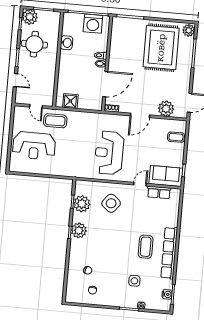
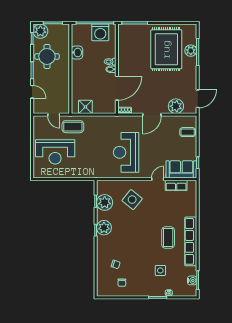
plant: (189, 30) -> (191, 51), moved

